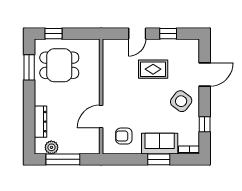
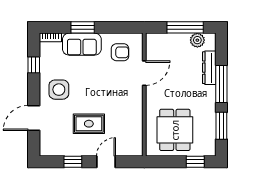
dining table: (59, 65) -> (175, 130), moved, turned 90
side table: (181, 101) -> (59, 90), turned -37
window: (29, 106) -> (221, 84), added

